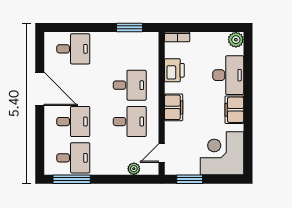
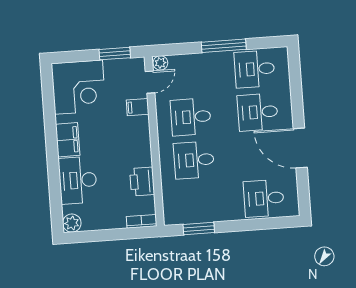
filing cabinet: (174, 107) -> (138, 107), moved, width x0.50
plant: (134, 169) -> (160, 63), moved
window: (72, 179) -> (224, 46), moved

